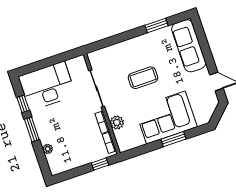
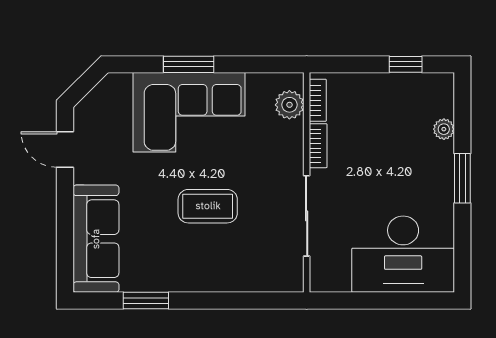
window: (23, 104) -> (462, 235), removed
plant: (117, 122) -> (289, 105), moved
window: (100, 164) -> (406, 64), moved

